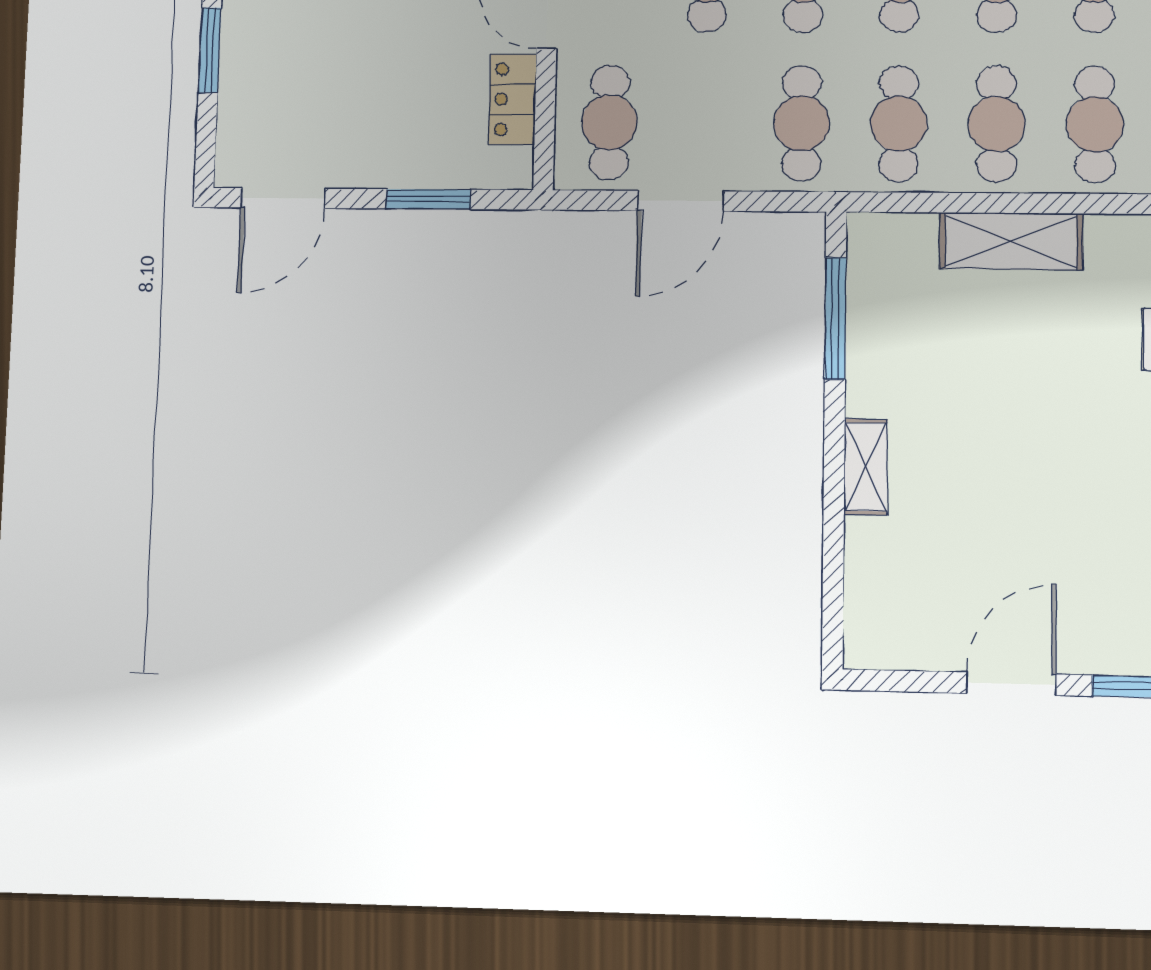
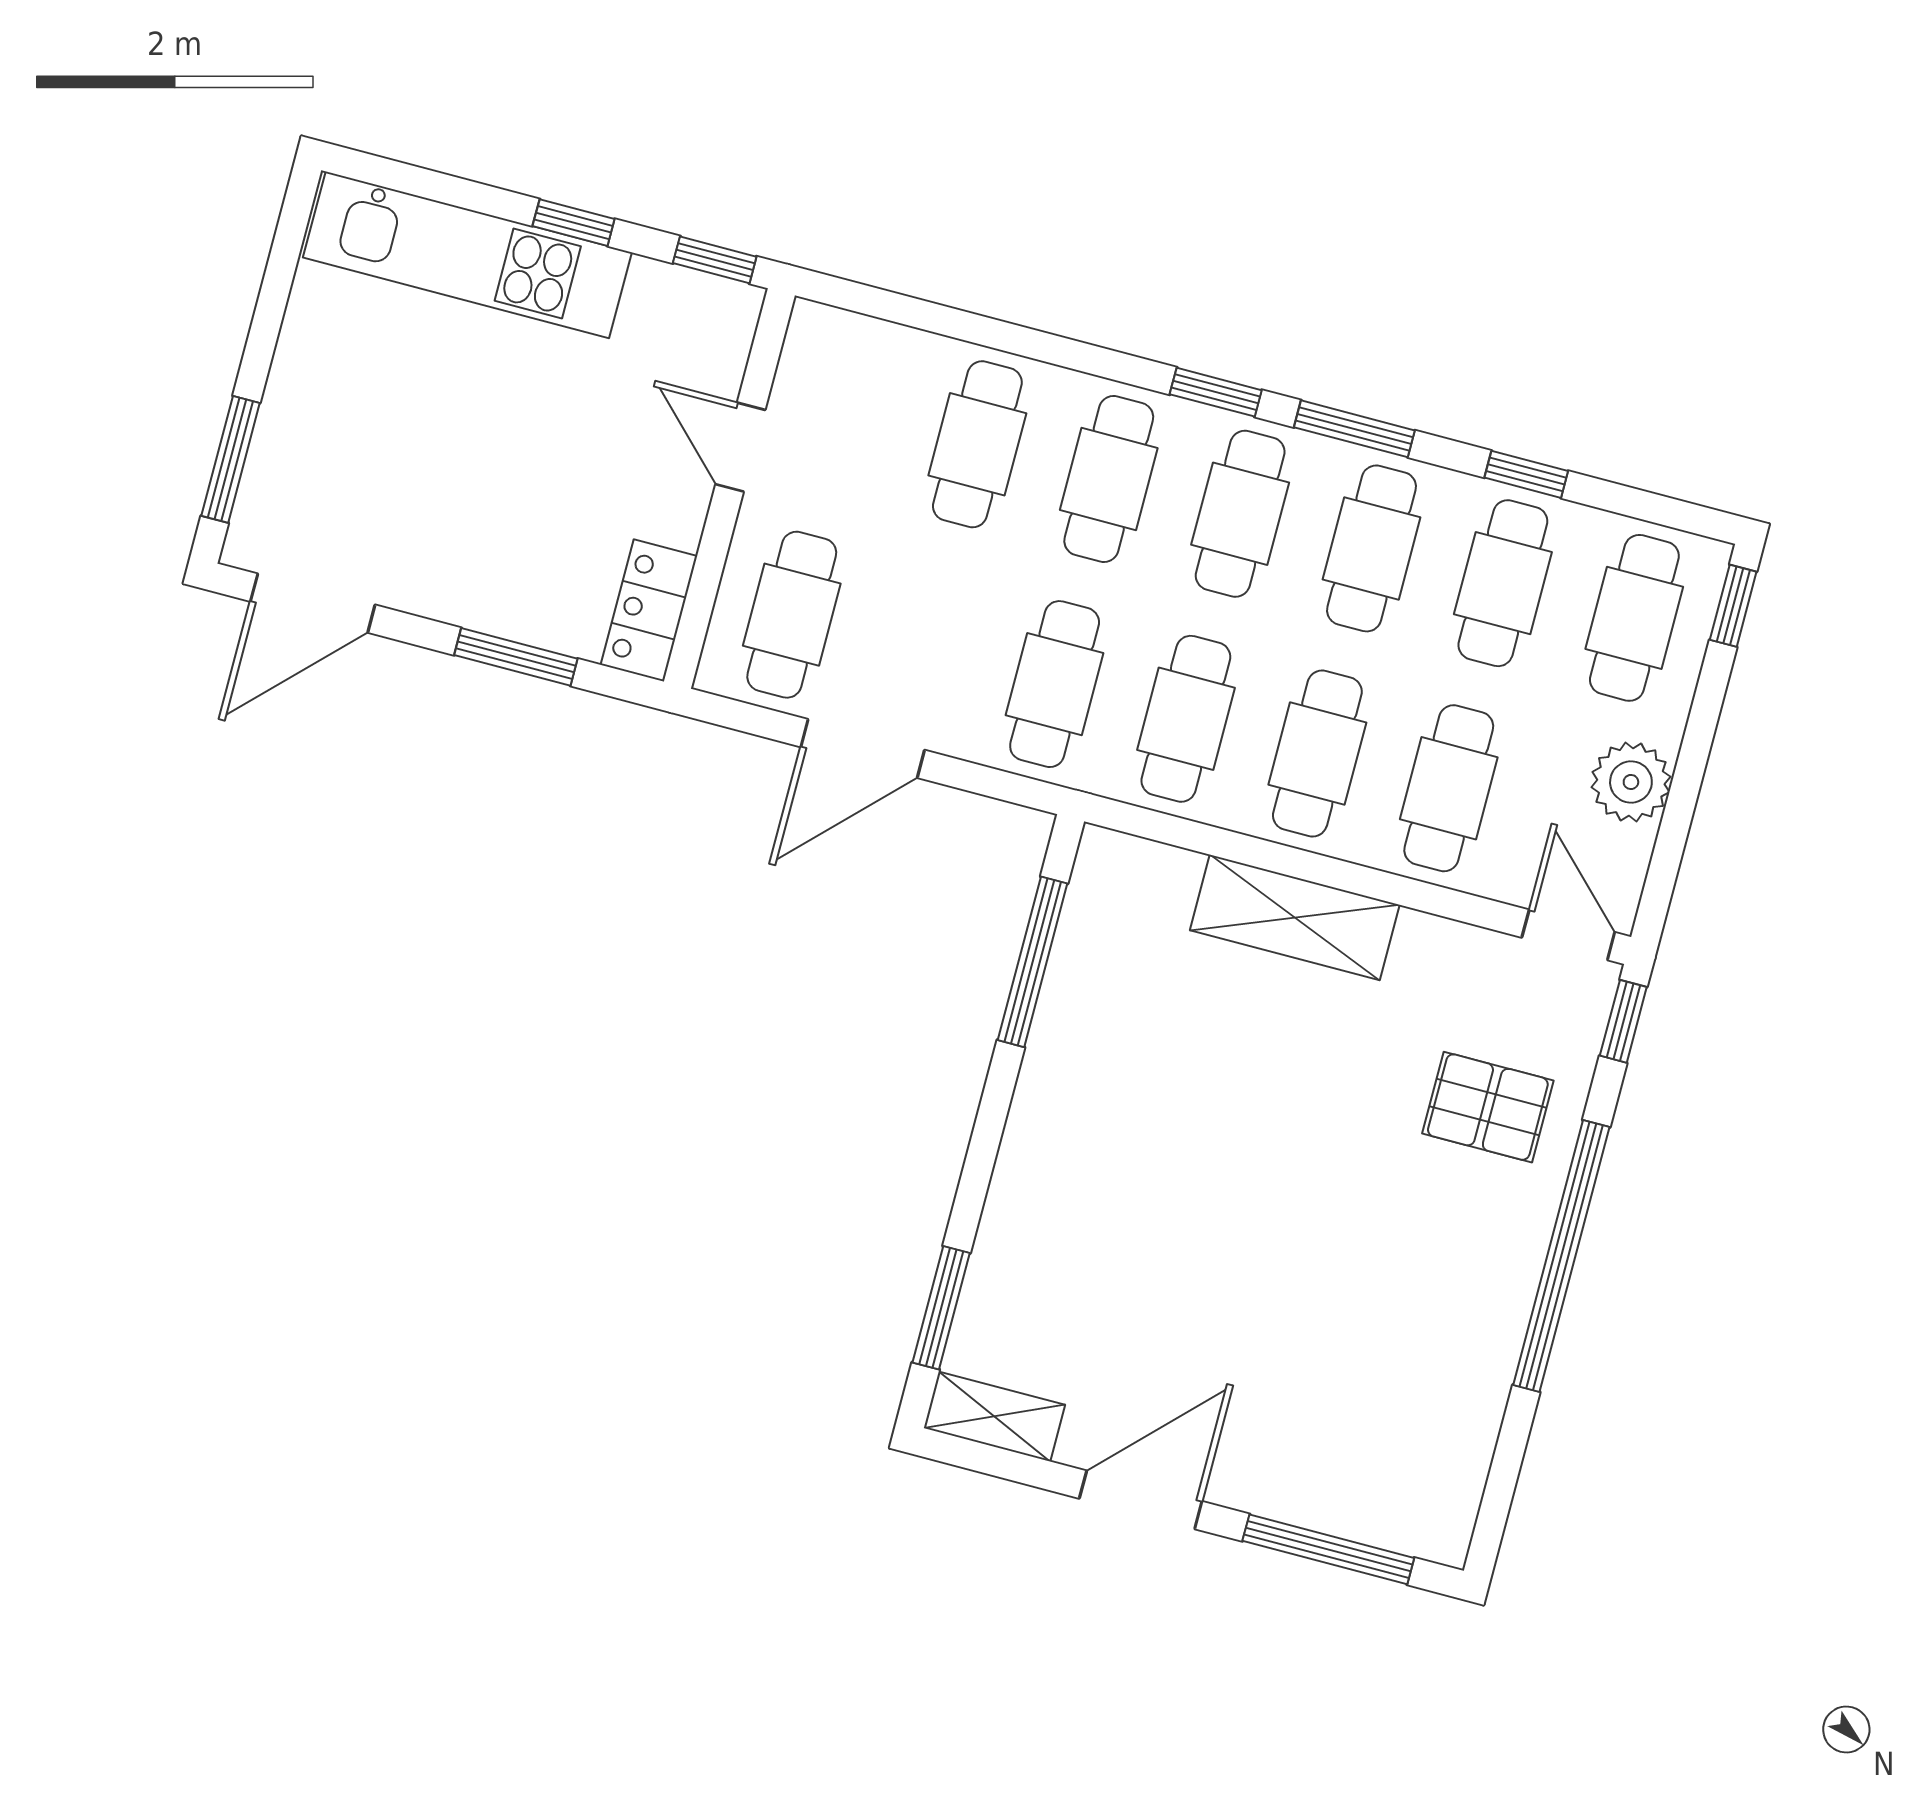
window: (210, 50) -> (231, 459), moved
locker: (513, 99) -> (649, 610), moved
shelving: (866, 467) -> (994, 1416), moved, turned 90
window: (833, 579) -> (941, 1308), added

